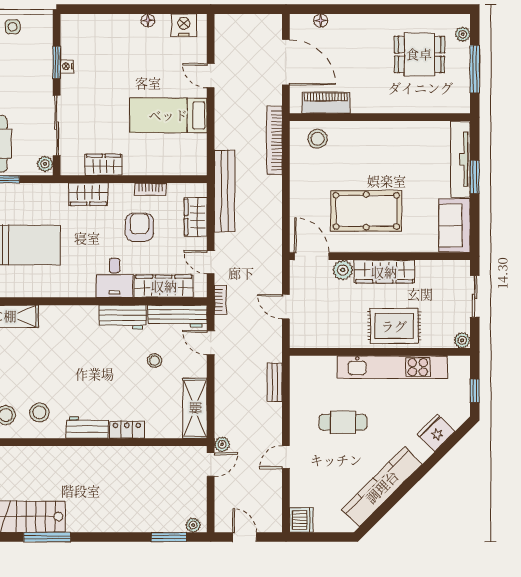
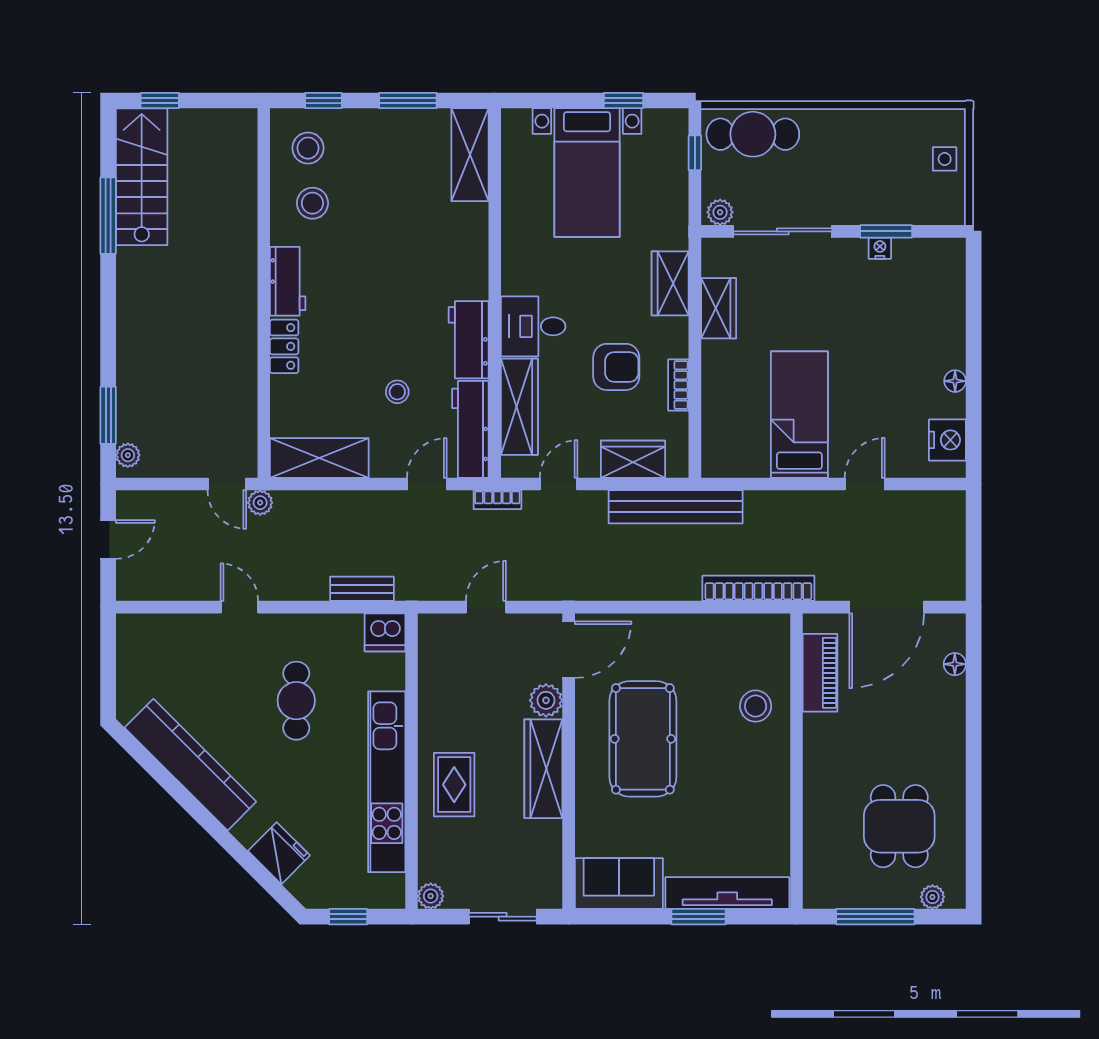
stool: (318, 139) -> (756, 706), moved
rug: (394, 326) -> (454, 785), width x0.73, depth x0.70
dishwasher: (301, 520) -> (385, 632), moved

